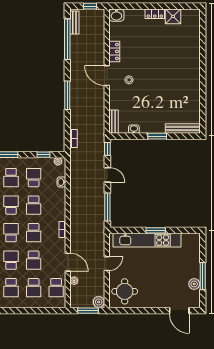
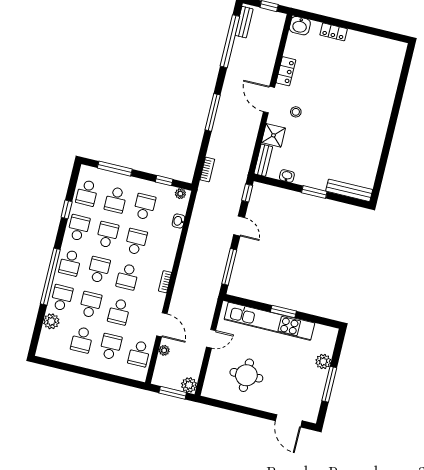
locker: (155, 14) -> (334, 32), moved
shower: (173, 16) -> (273, 135), moved
school desk: (34, 205) -> (136, 242), turned 180
plant: (194, 284) -> (323, 362), moved
school desk: (34, 288) -> (111, 347), turned 180
round table: (125, 291) -> (246, 375), moved

